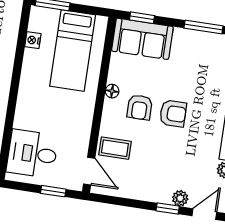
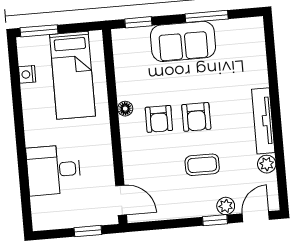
sofa: (142, 39) -> (183, 41), moved
armchair: (173, 113) -> (196, 117), turned 90
coffee table: (115, 148) -> (202, 165), moved
desk: (32, 154) -> (54, 170), moved

